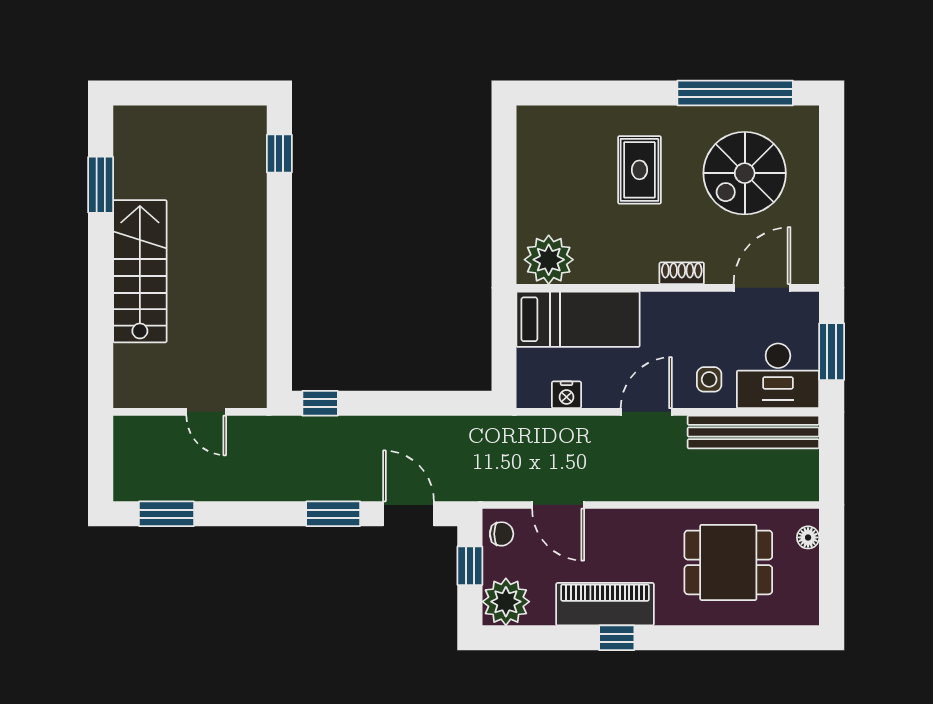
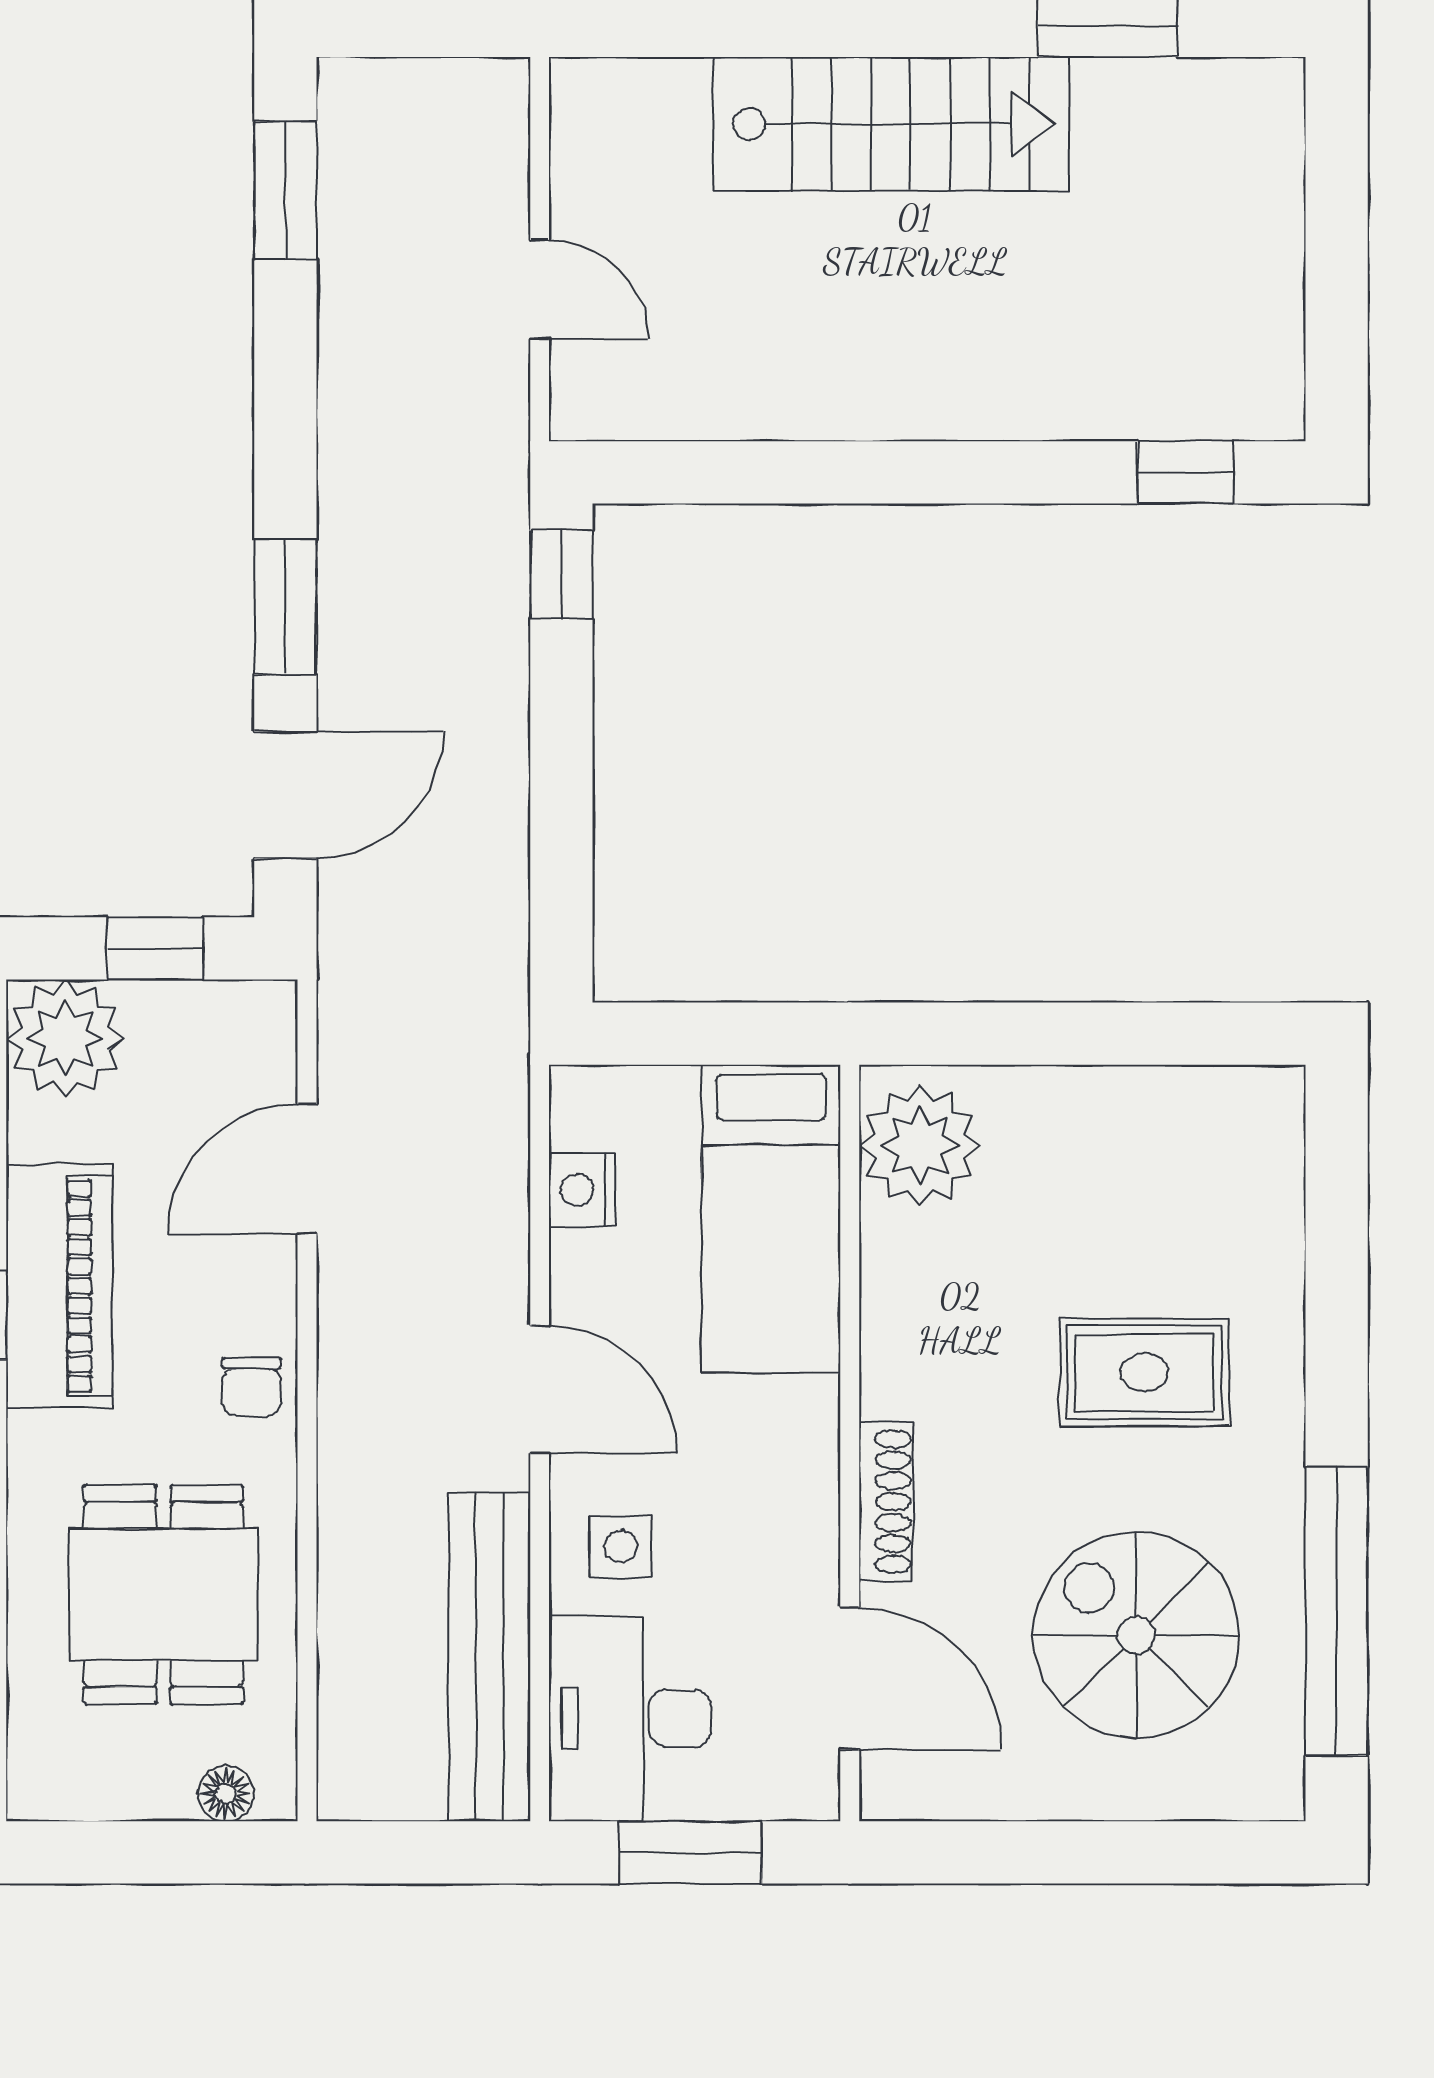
shoe rack: (682, 273) -> (886, 1502), width x1.43
door: (206, 412) -> (540, 290), swing flipped
chair: (502, 534) -> (251, 1387), moved

